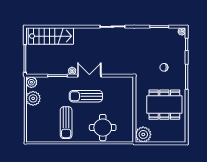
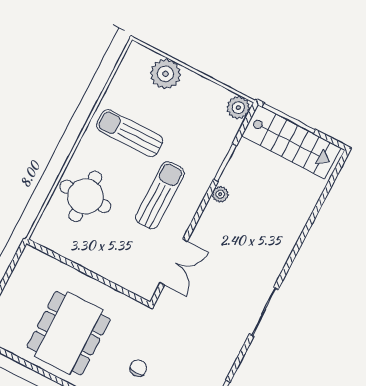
stairs: (51, 36) -> (291, 142), moved, turned -90
double door: (89, 76) -> (174, 262), moved
plant: (33, 98) -> (166, 74), moved
plant: (143, 134) -> (33, 265), removed

